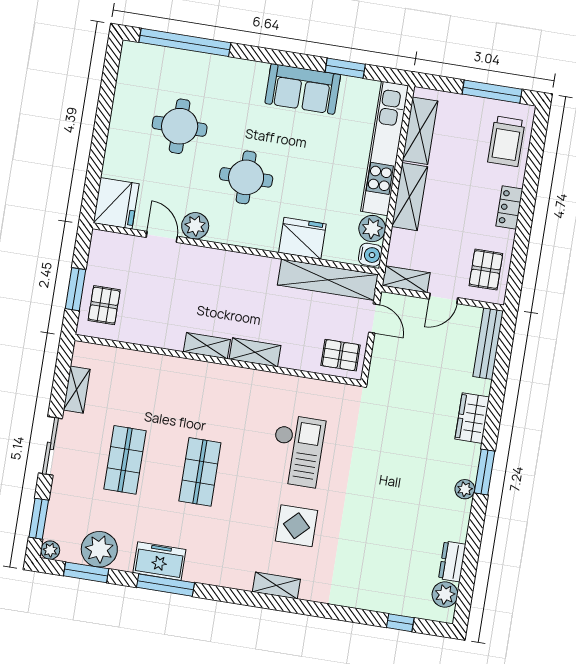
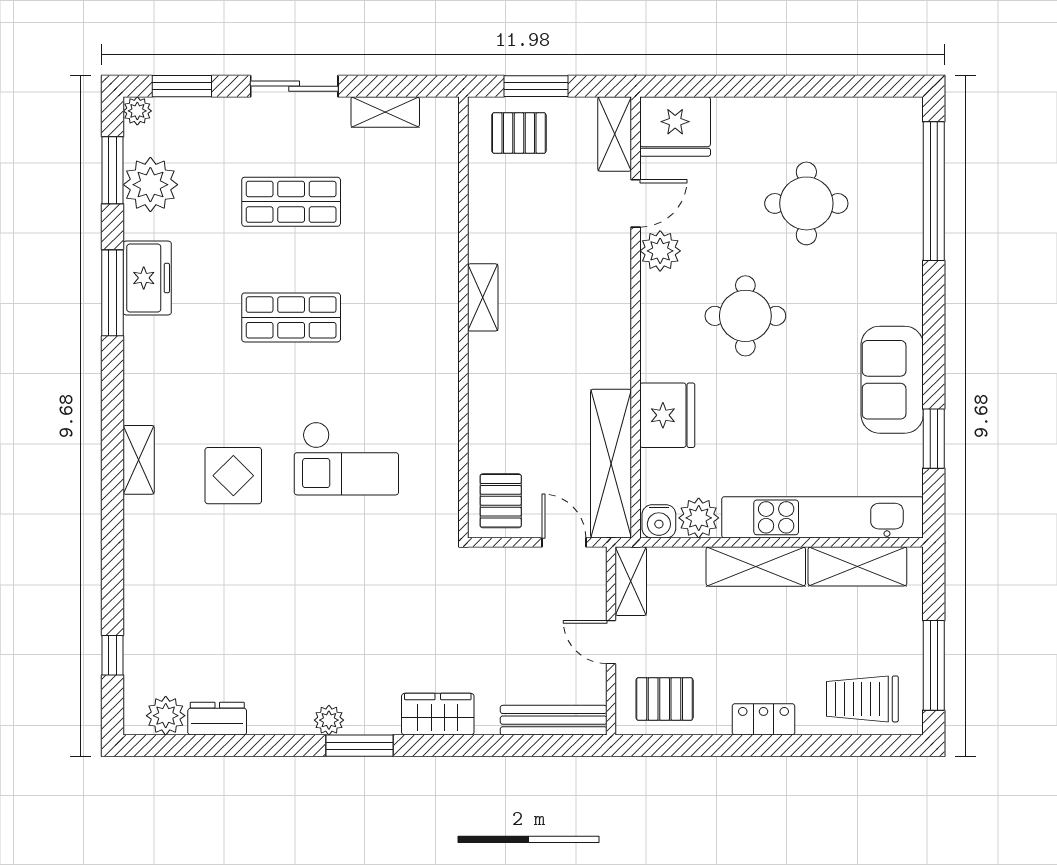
door: (374, 318) -> (564, 542), swing flipped
shelving: (255, 352) -> (615, 134), moved

